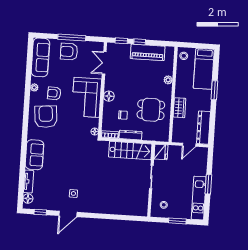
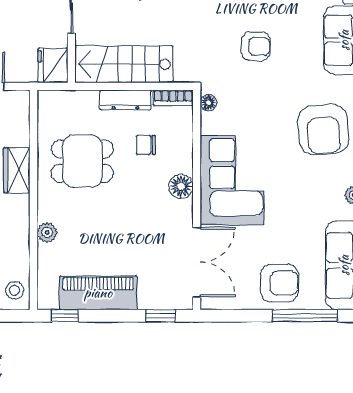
window: (72, 38) -> (305, 316), moved
window: (140, 42) -> (64, 316), moved
double door: (104, 63) -> (197, 262), width x1.37
armchair: (54, 93) -> (256, 46), moved

